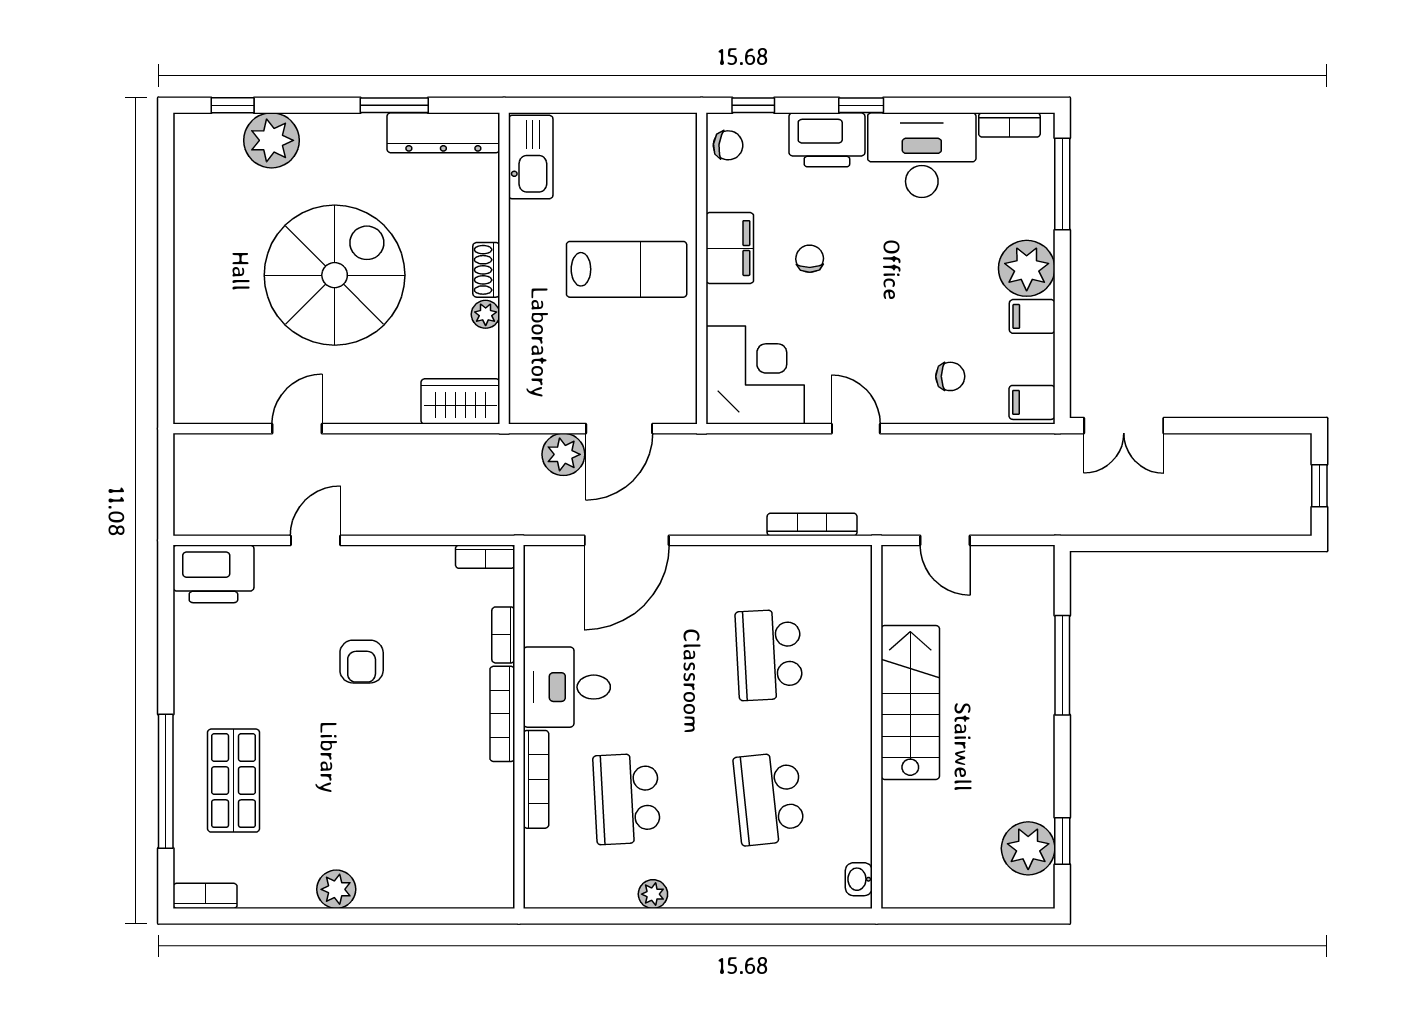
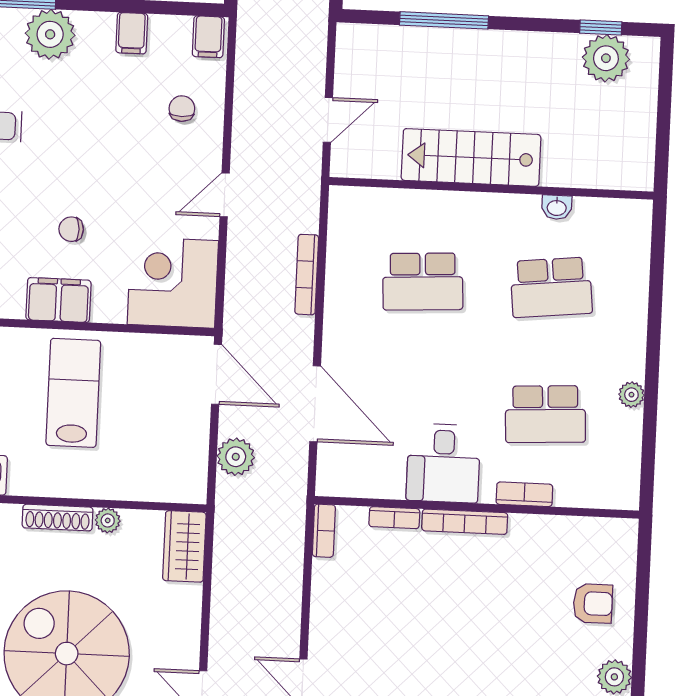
plant: (1027, 268) -> (50, 34), moved
shoe rack: (486, 270) -> (58, 518), width x1.43
door: (619, 429) -> (217, 374), moved
bookcase: (812, 524) -> (307, 275), moved
armchair: (362, 662) -> (593, 603), moved
bookcase: (536, 779) -> (524, 494), width x0.64
washbasin: (859, 879) -> (557, 207), moved

